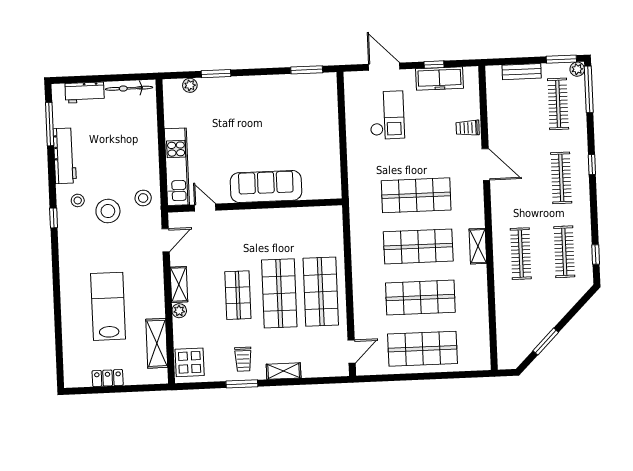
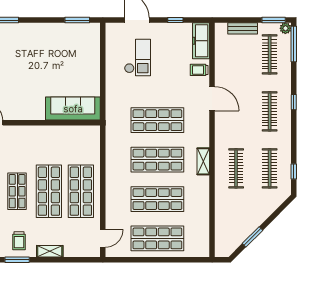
freezer: (439, 79) -> (201, 41), moved, turned 90
sofa: (266, 186) -> (73, 109), moved

